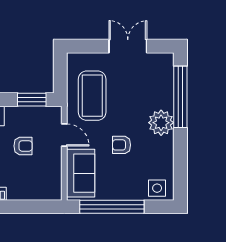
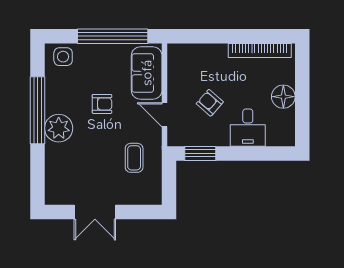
coffee table: (92, 96) -> (134, 158), width x0.54, depth x0.58
window: (180, 97) -> (38, 110), moved
armchair: (23, 146) -> (210, 103), turned 41

